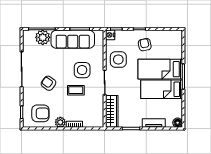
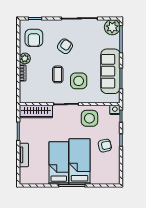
plant: (43, 37) -> (112, 27), moved
floor lamp: (178, 123) -> (24, 180), removed

